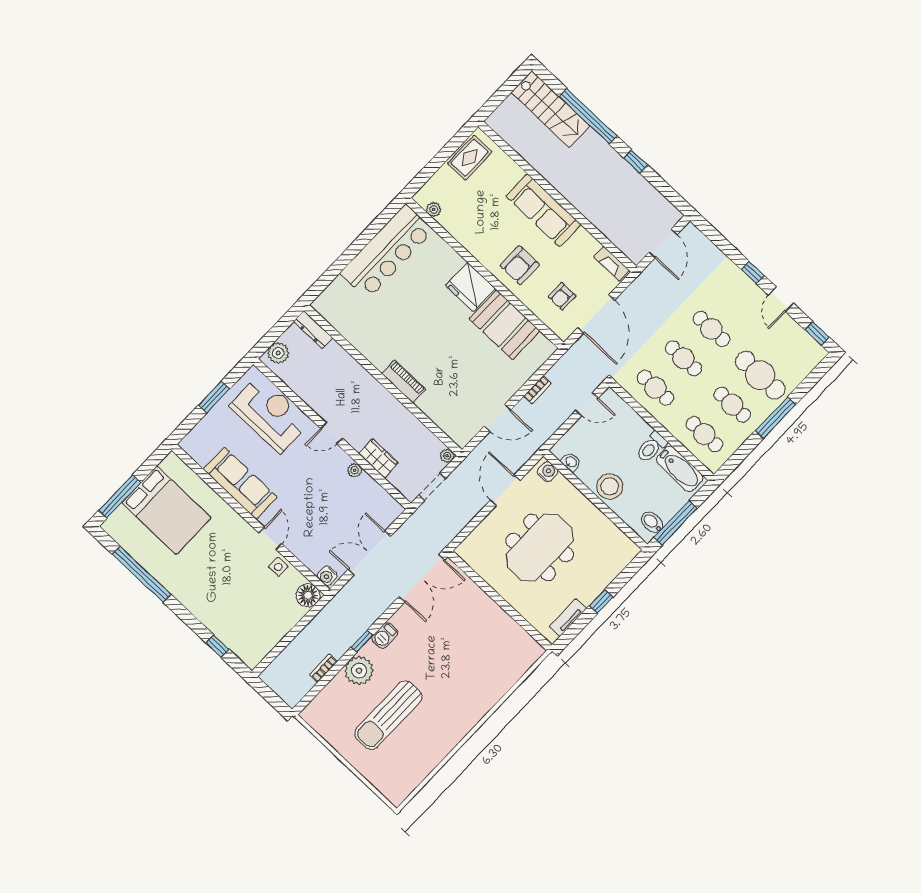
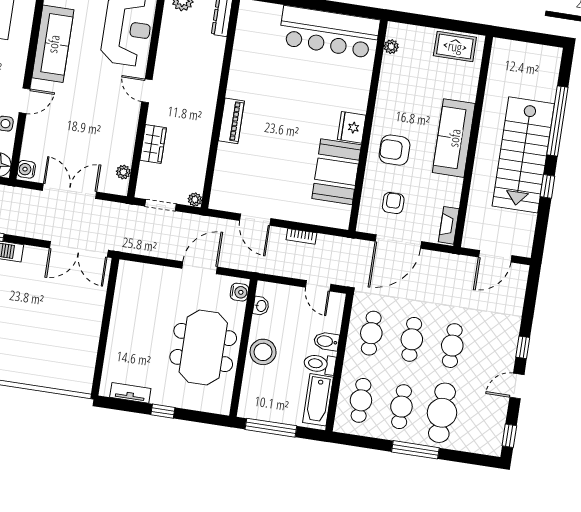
stairs: (550, 109) -> (523, 155), moved, width x1.36, depth x1.51
fridge: (470, 287) -> (352, 127), width x0.73, depth x0.75
armchair: (562, 296) -> (393, 203), turned 90
plant: (355, 470) -> (123, 172), moved
bidet: (652, 522) -> (326, 341), moved, turned -90
meeting table: (540, 547) -> (203, 348), moved, turned 90

